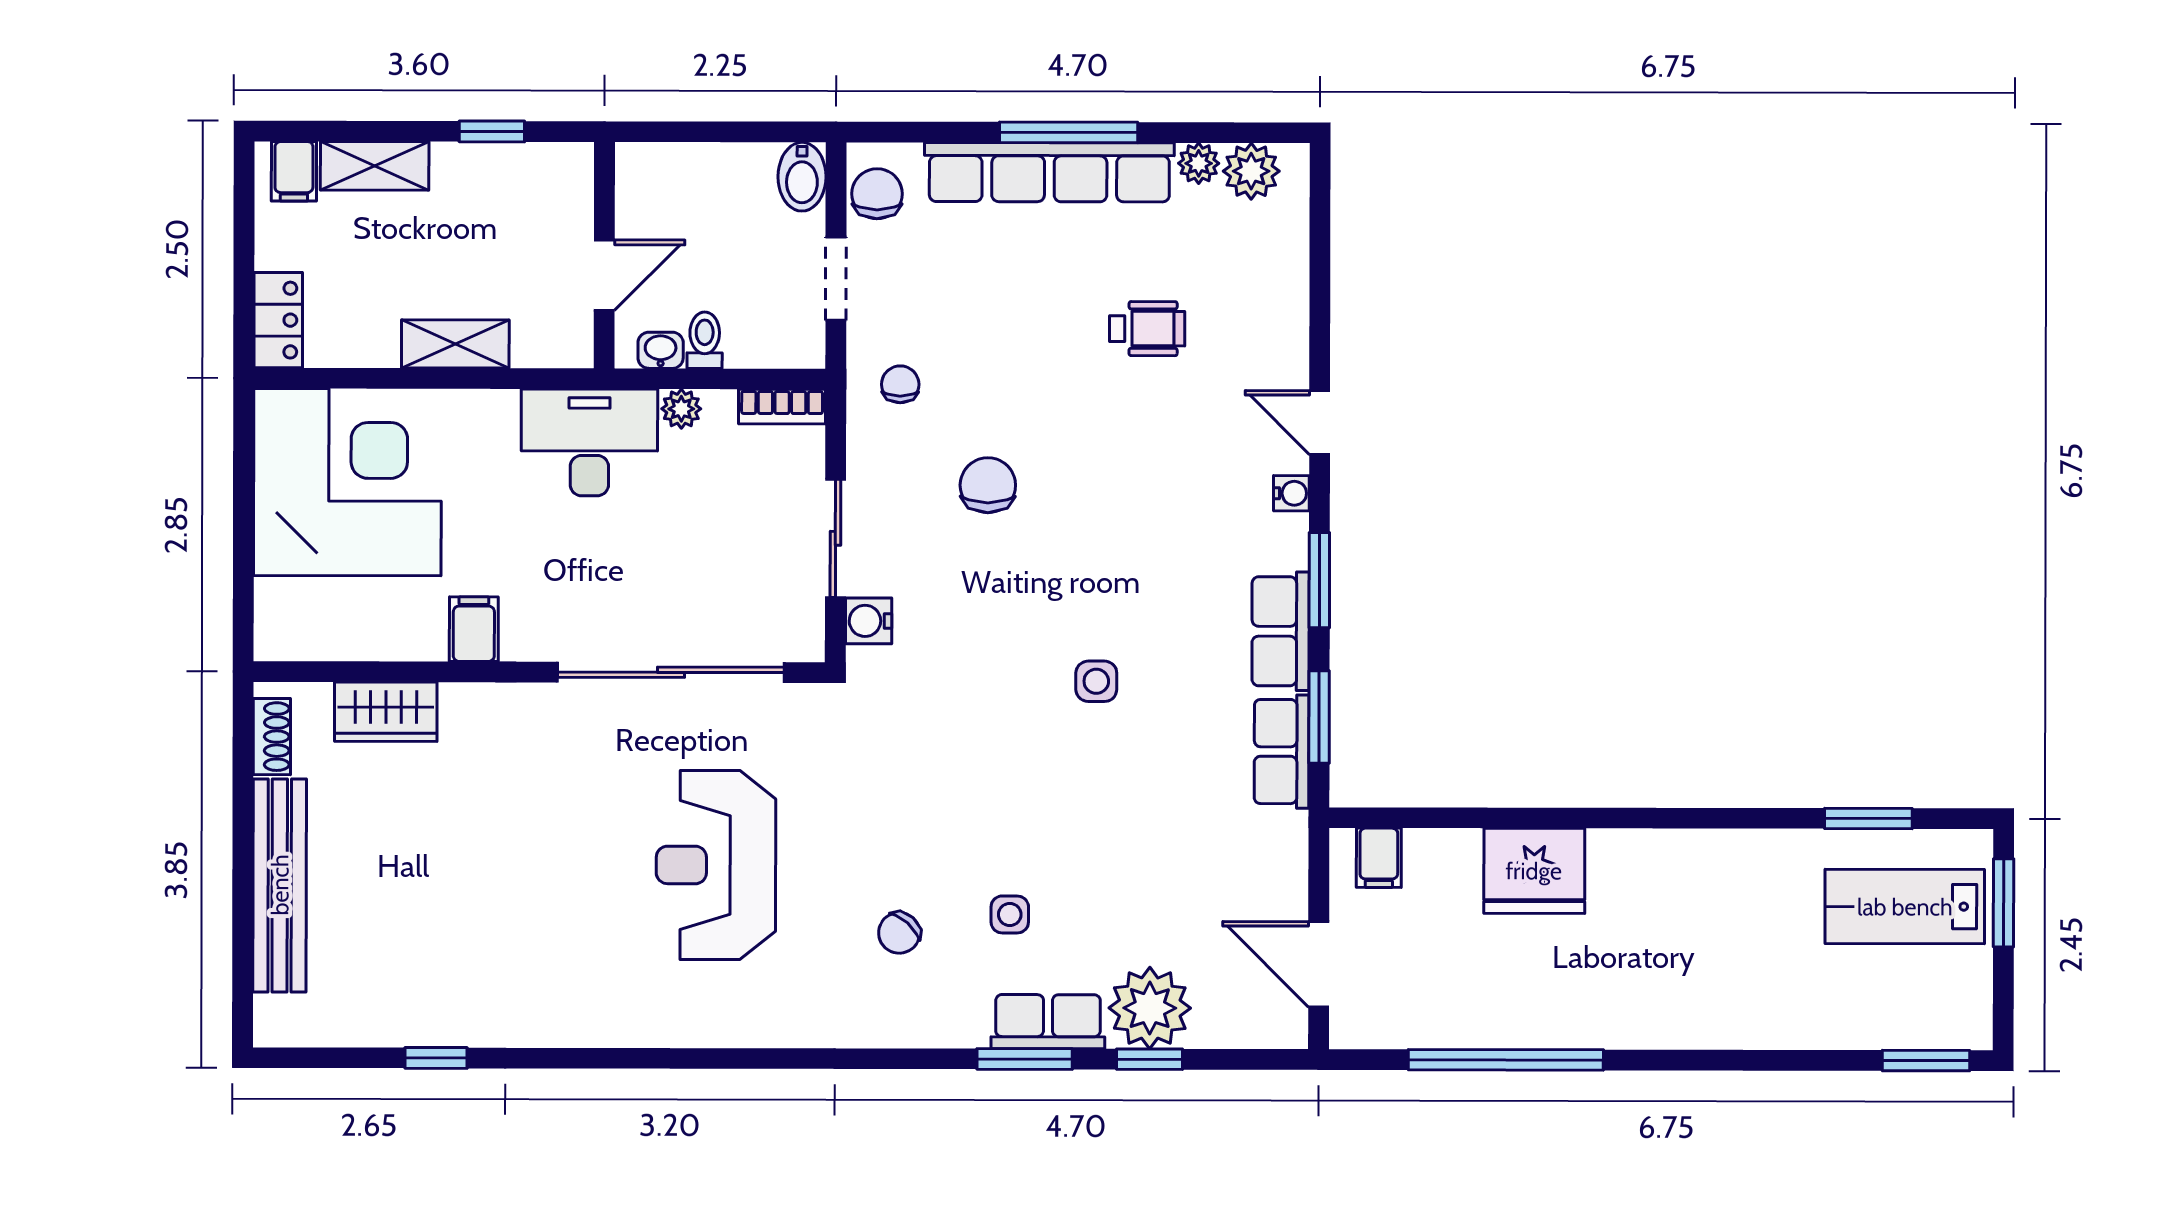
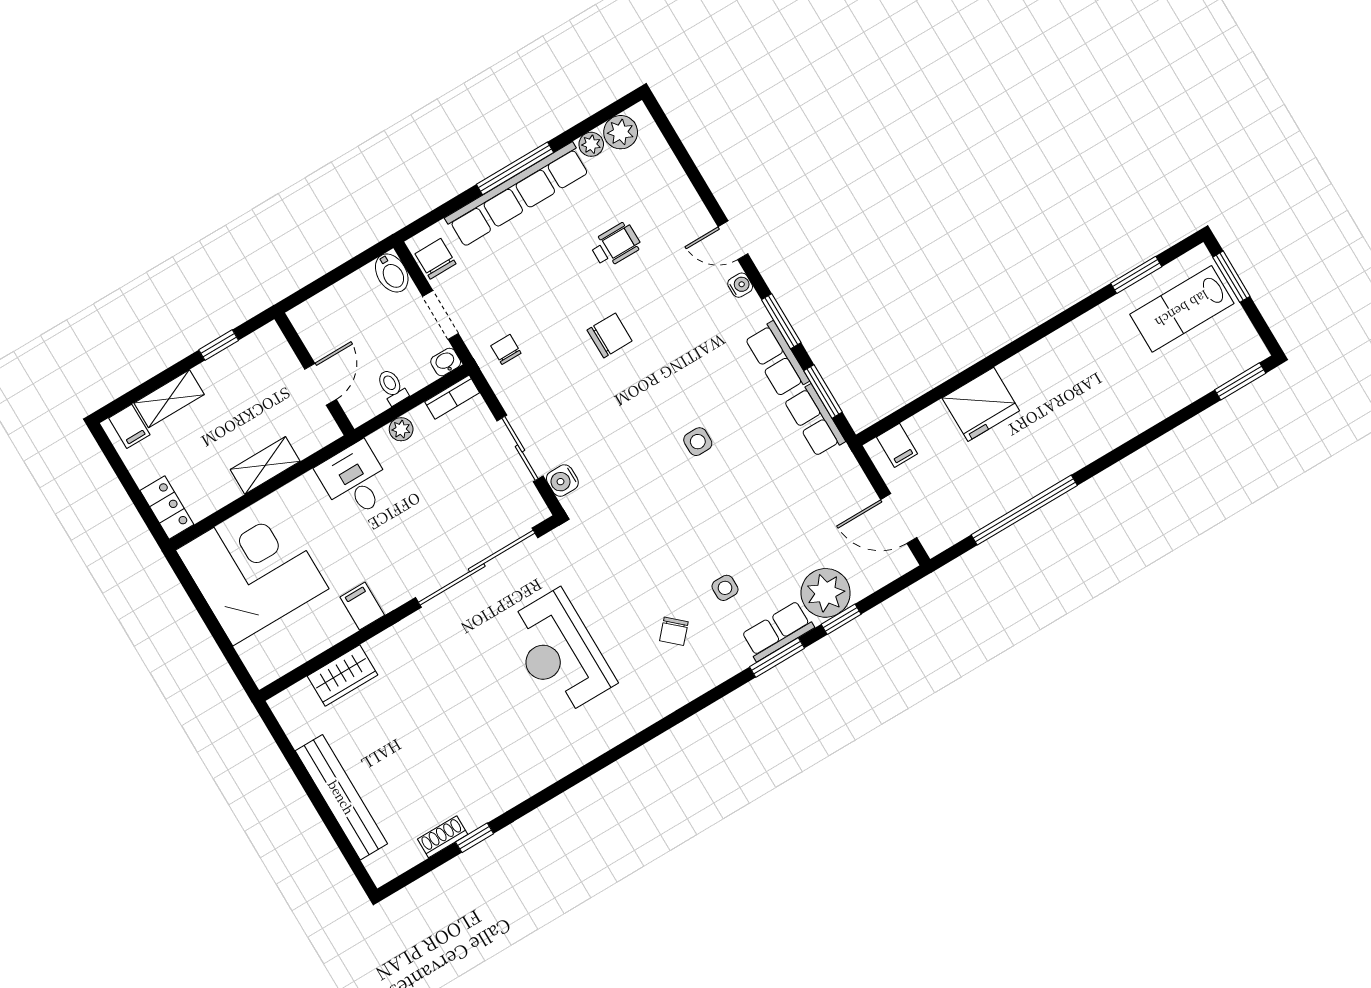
washbasin: (661, 350) -> (446, 362), moved
desk: (589, 442) -> (355, 480), width x0.73
chair: (988, 485) -> (610, 335), moved, turned 90
shoe rack: (272, 737) -> (443, 837), moved, turned -90

